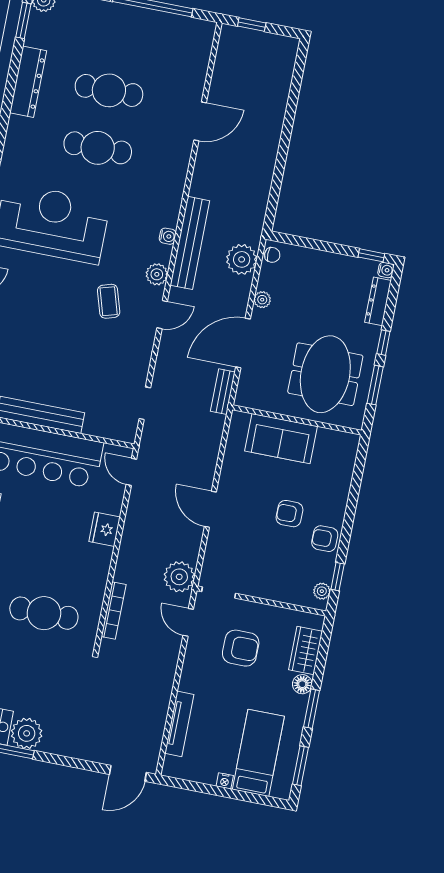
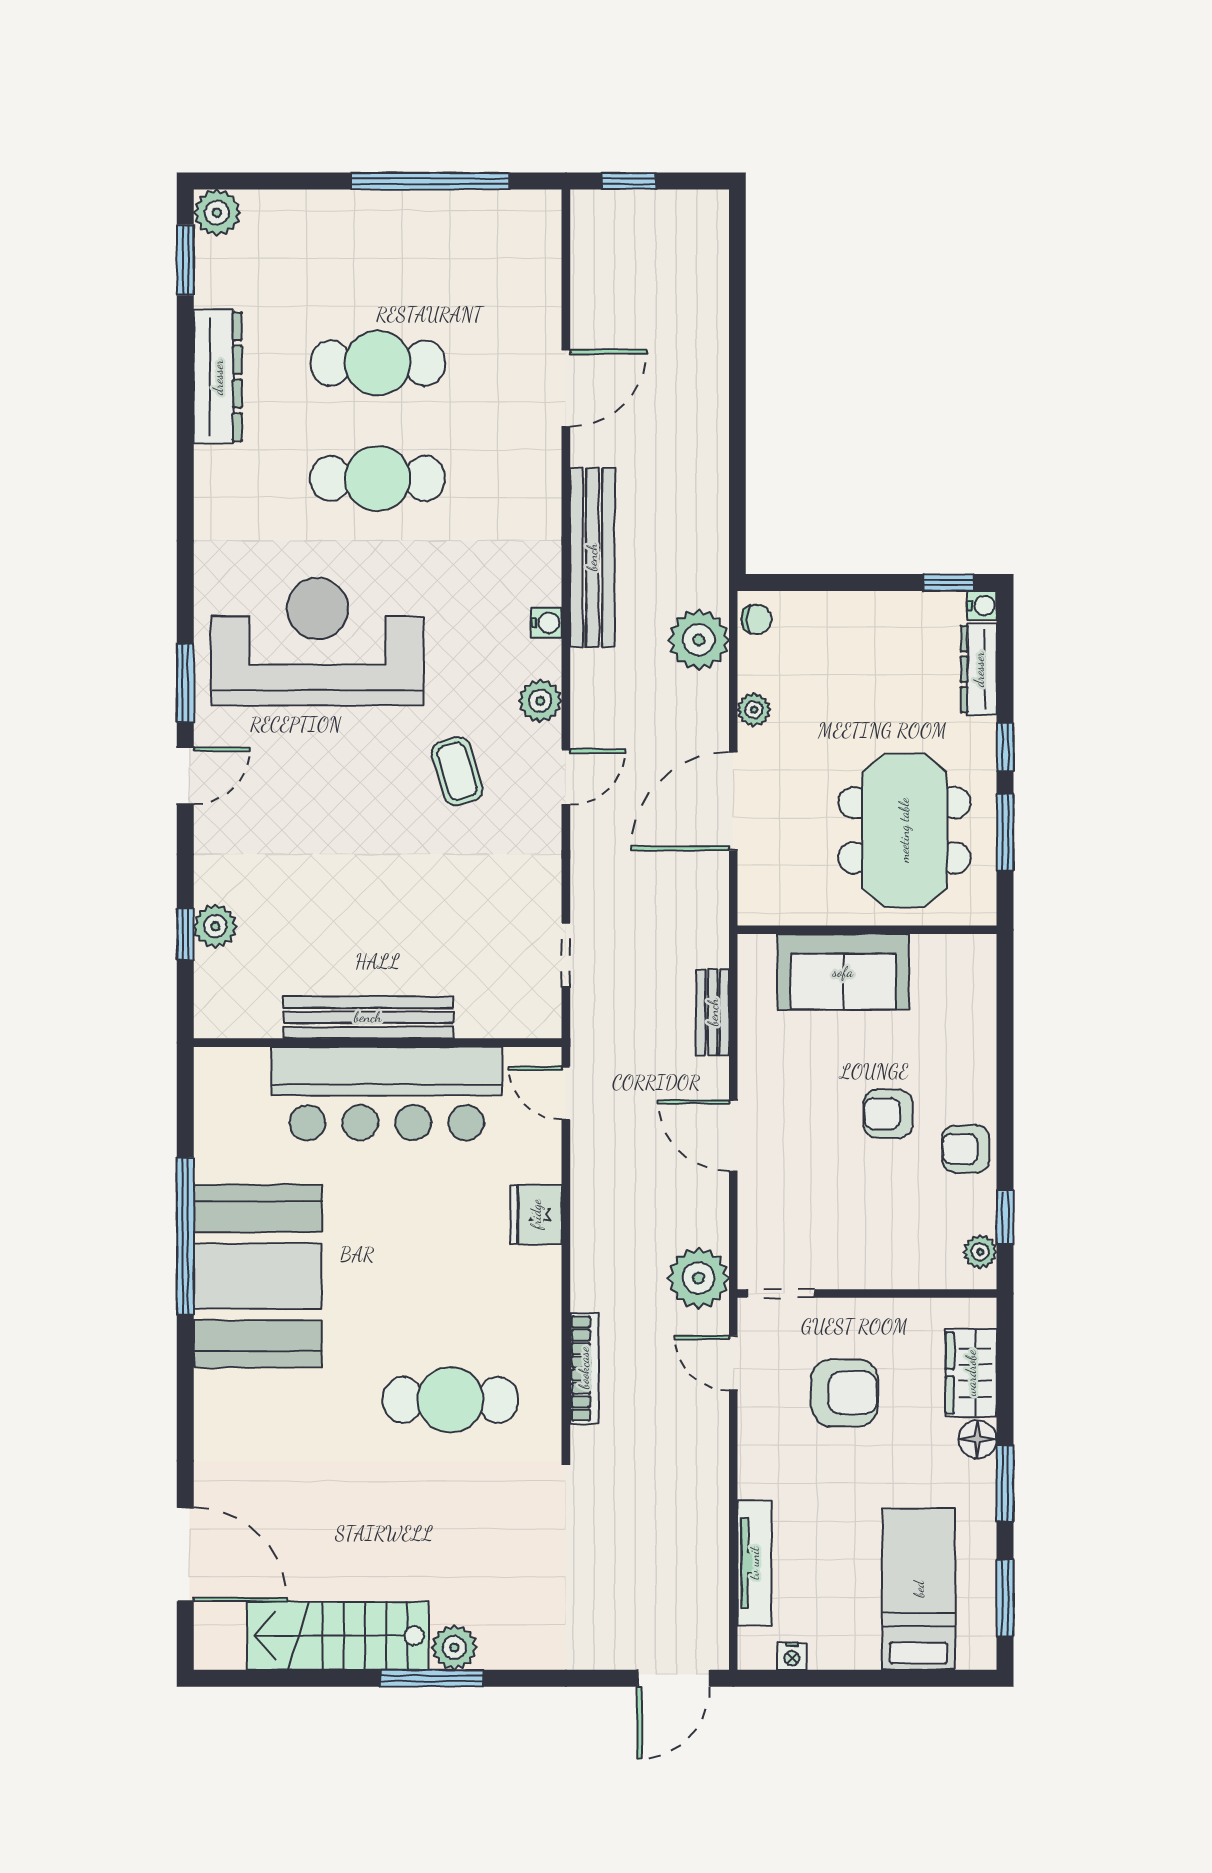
bench: (190, 243) -> (592, 557), moved
bench: (223, 392) -> (713, 1012), moved
plant: (27, 733) -> (454, 1647), width x0.73, depth x0.73
nightstand: (225, 781) -> (792, 1656), moved

